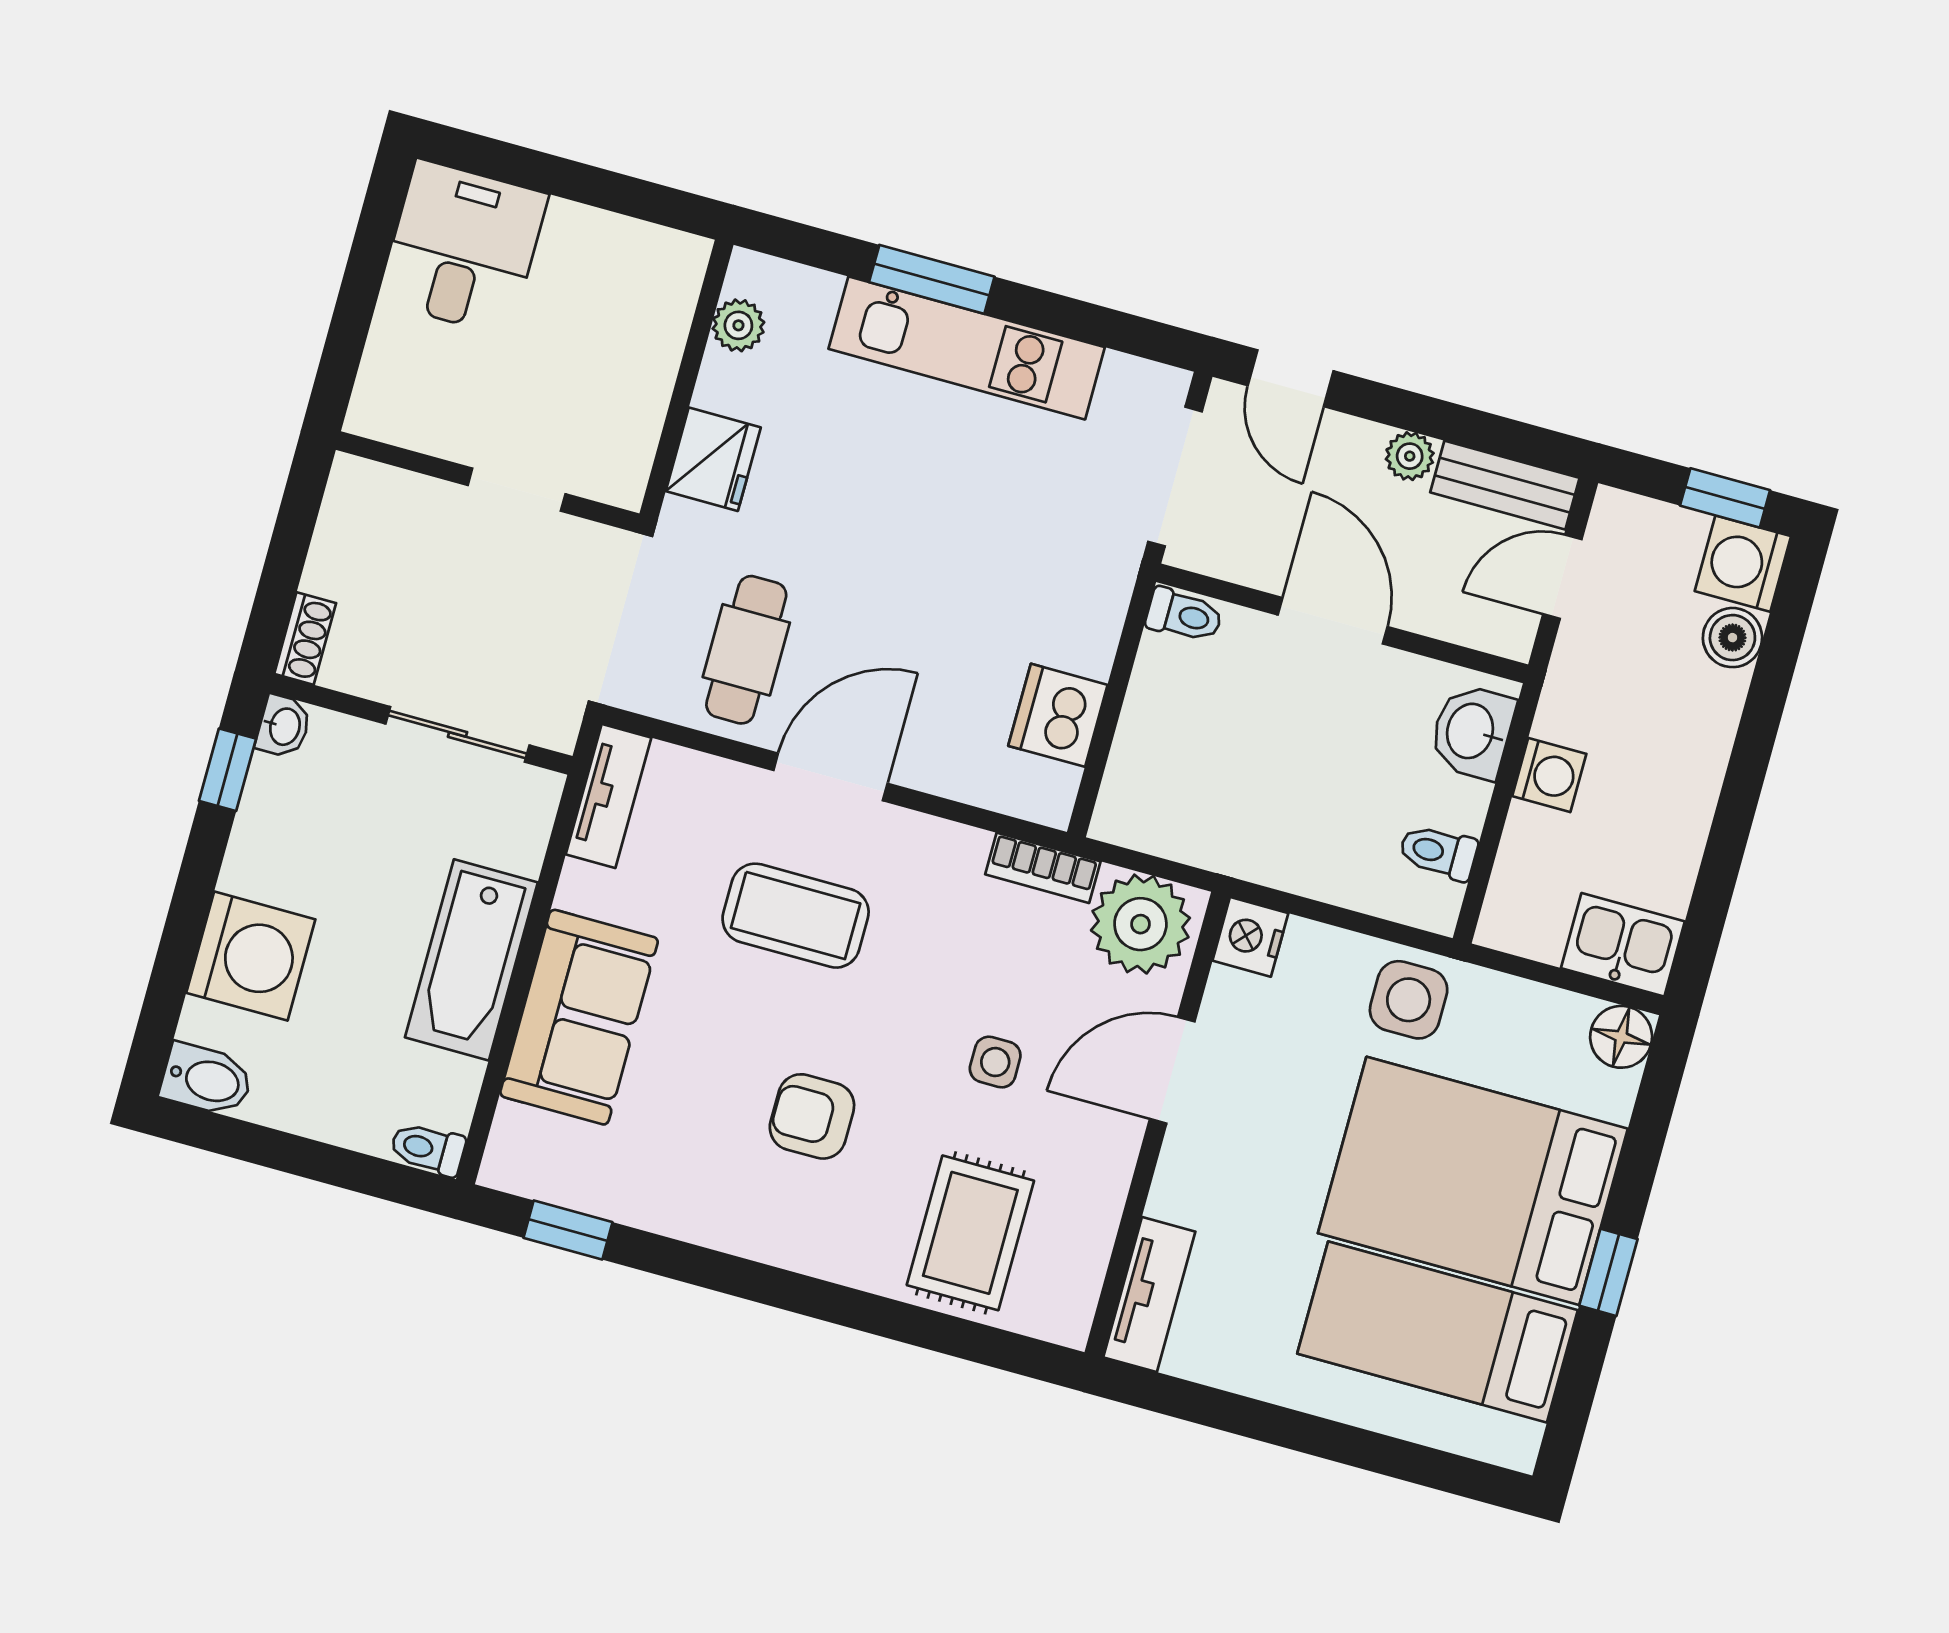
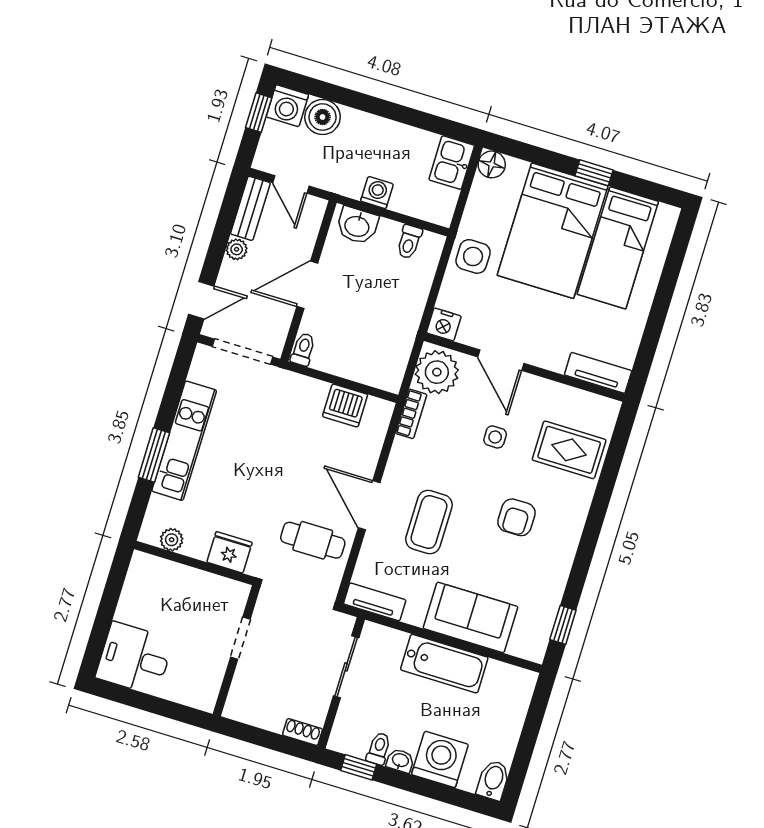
boiler: (1732, 638) -> (323, 117), width x1.36, depth x1.36
washbasin: (284, 726) -> (400, 761), moved
toilet: (428, 1149) -> (379, 749), moved, turned 180

